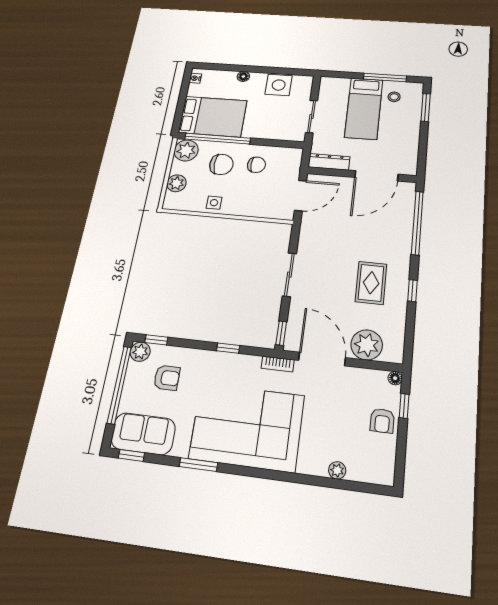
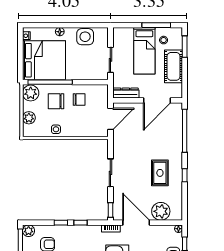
bed: (213, 117) -> (44, 60), width x1.36
cot: (406, 132) -> (174, 66), added
chair: (221, 164) -> (56, 101), turned 180
window: (156, 340) -> (61, 223), moved

